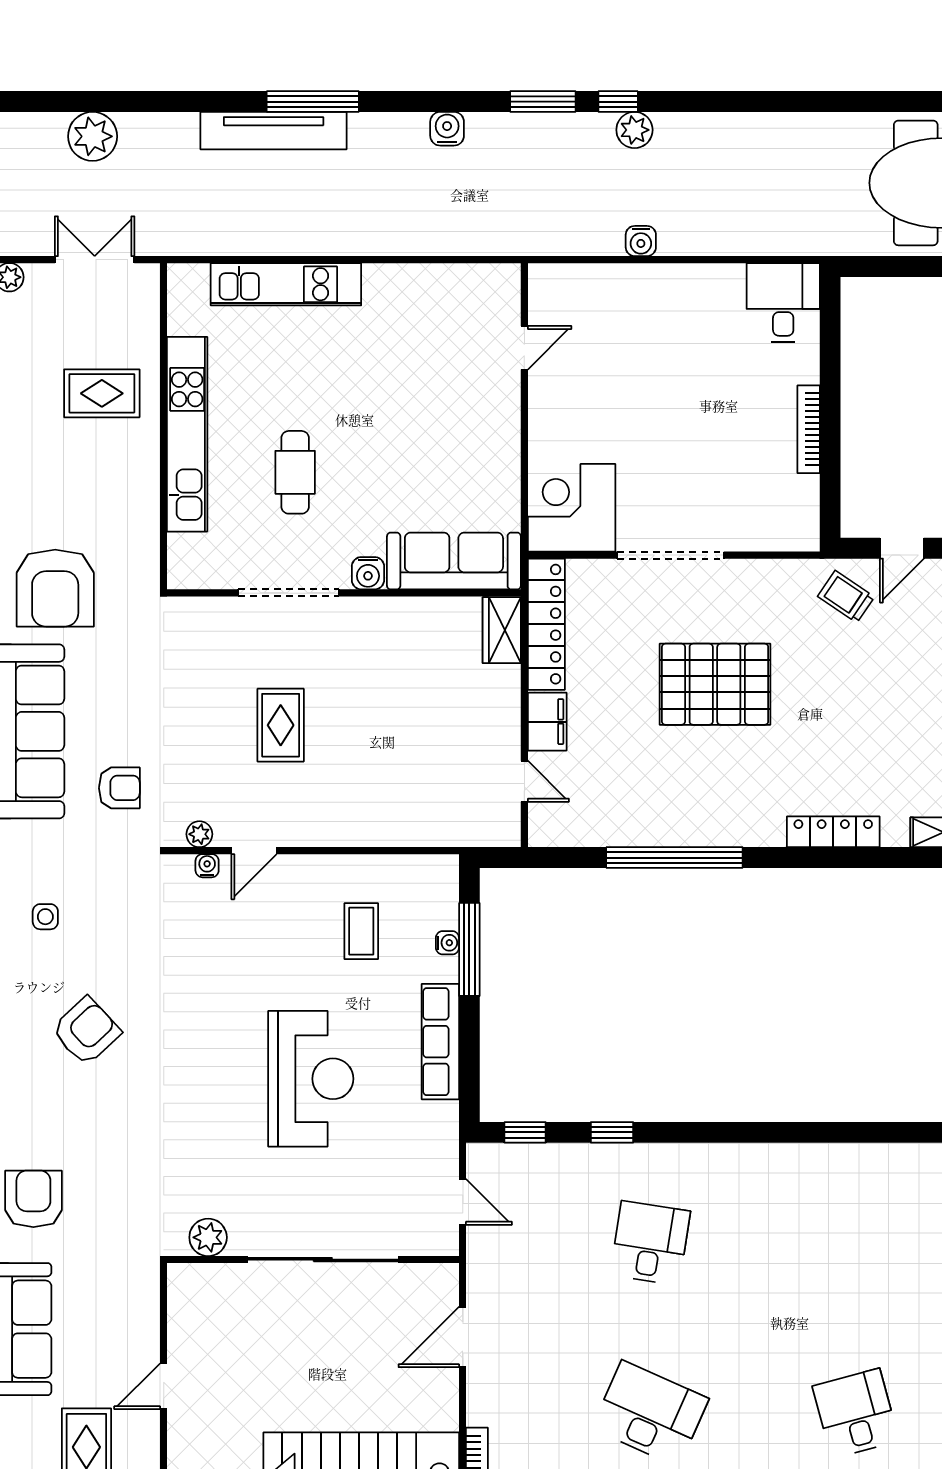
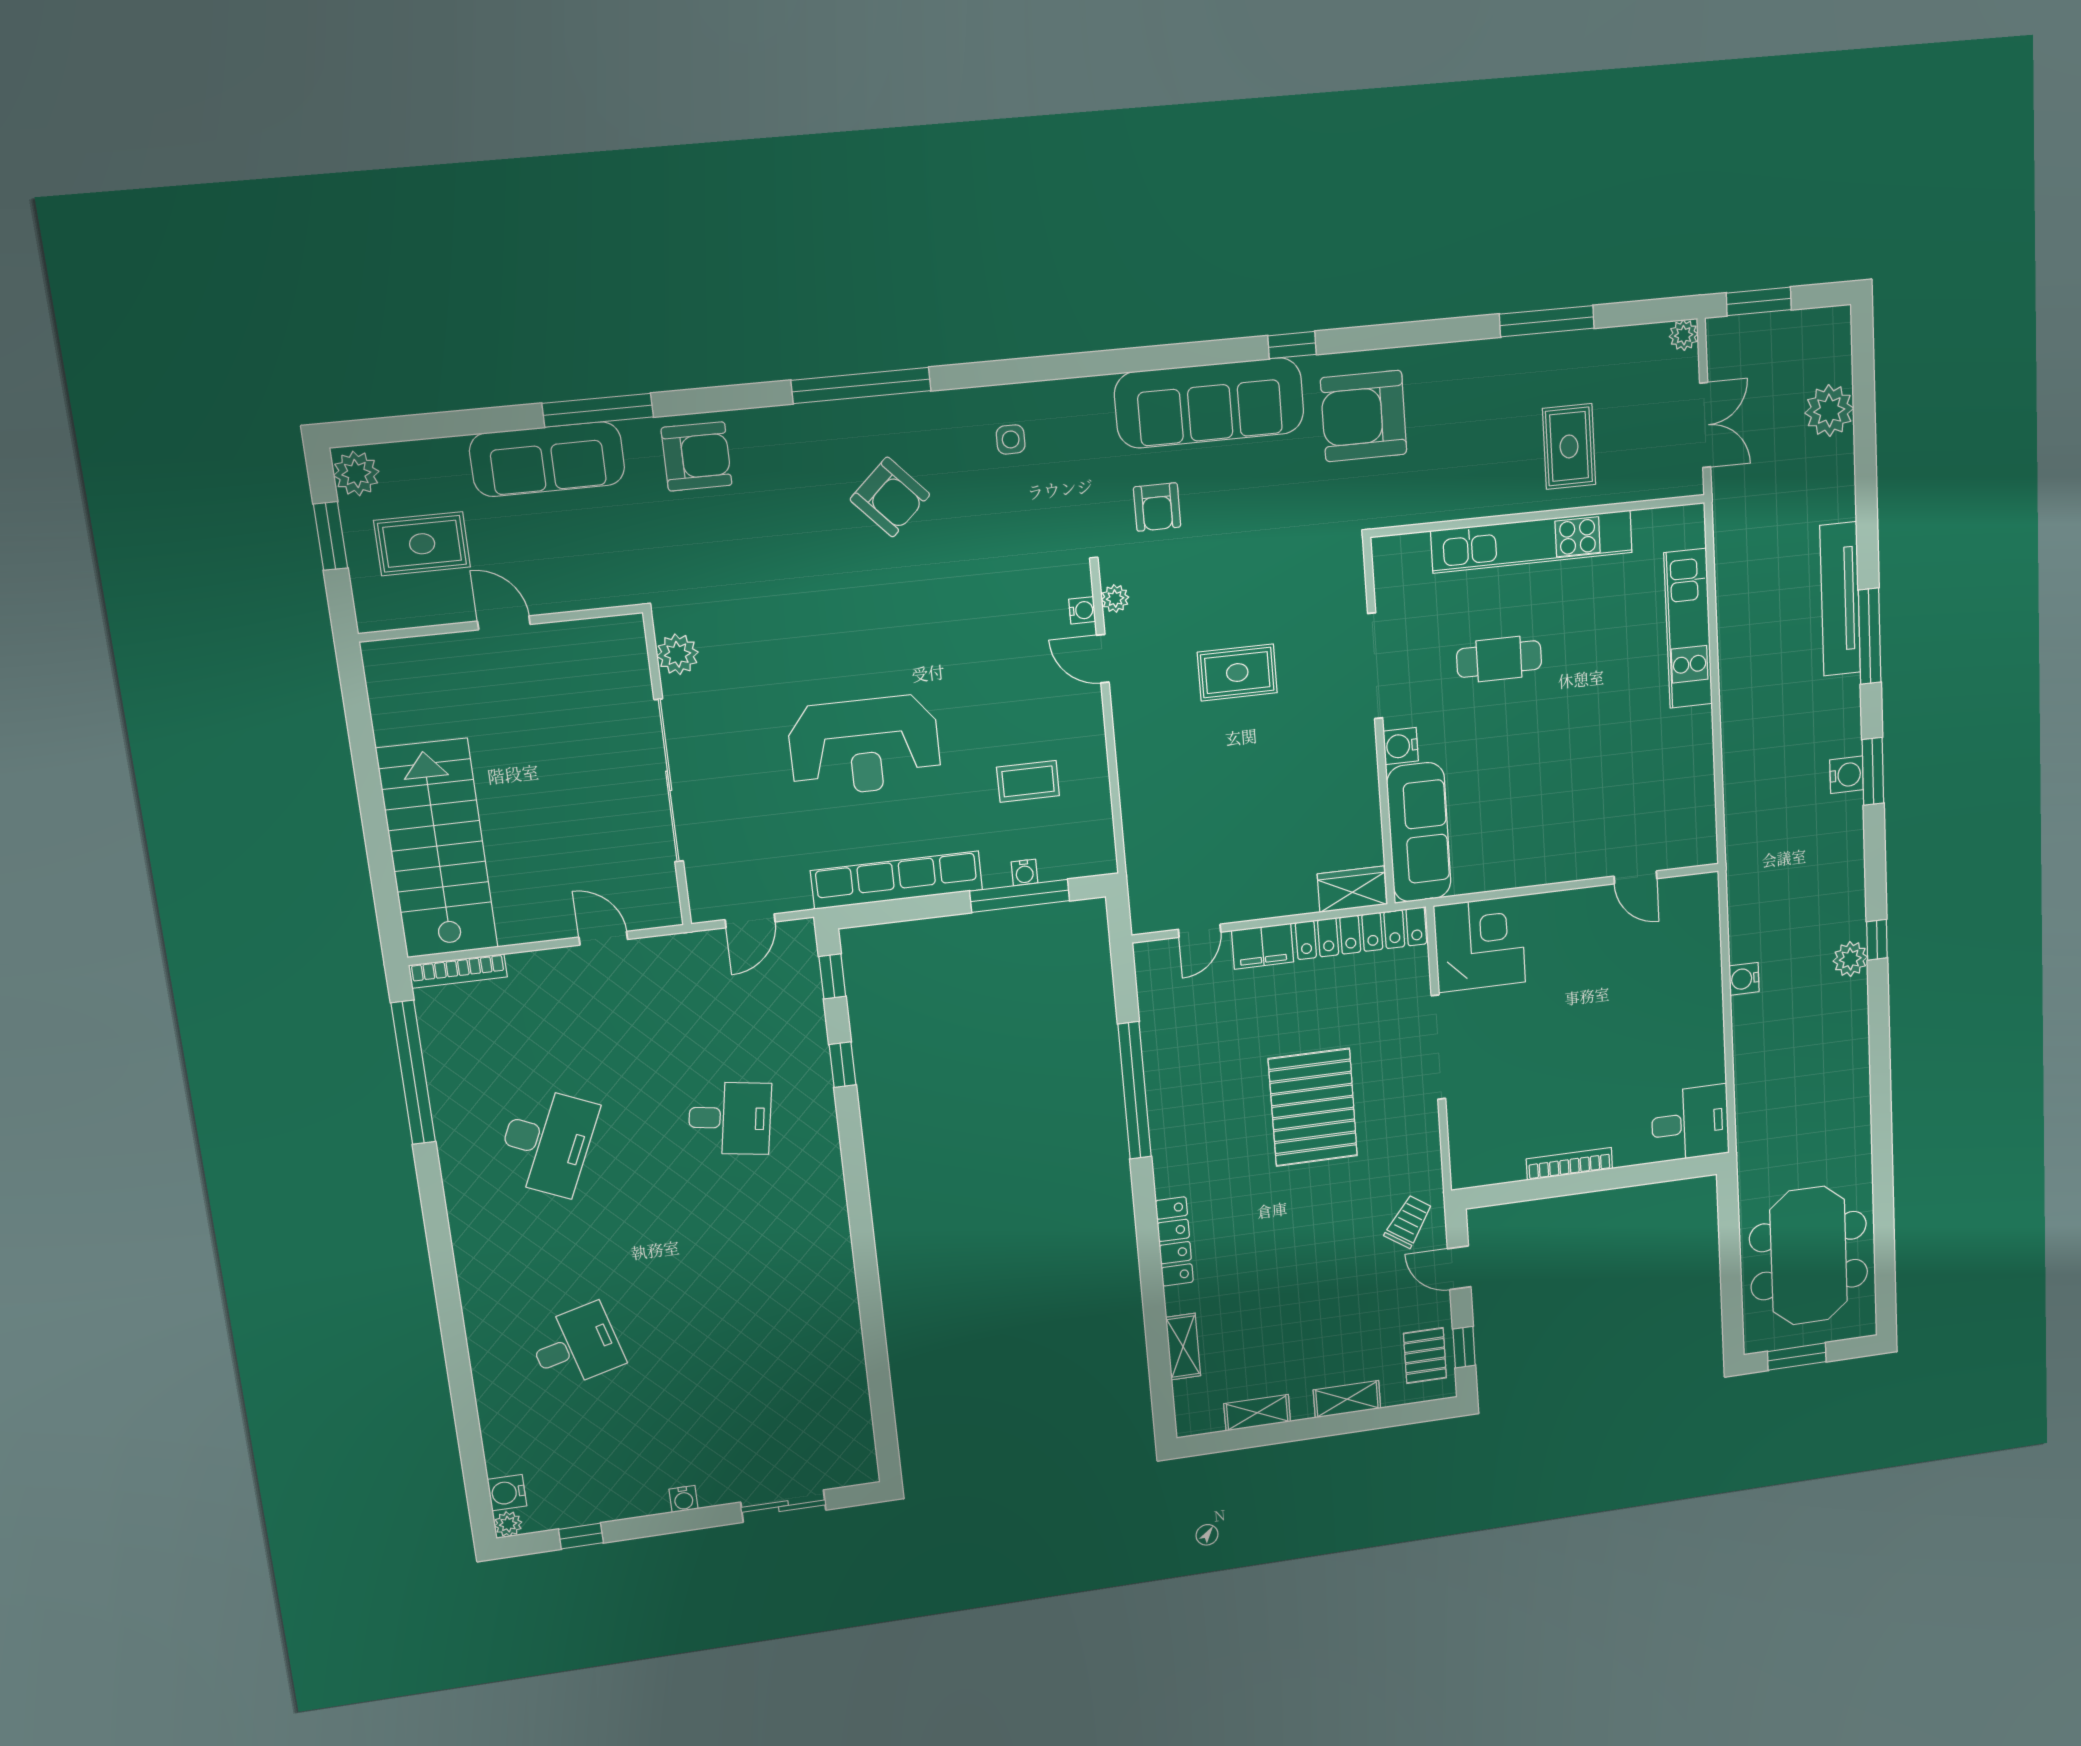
window: (543, 102) -> (1873, 771), moved
row of seats: (440, 1042) -> (897, 880), width x1.36
door: (463, 1337) -> (603, 938), width x0.73

